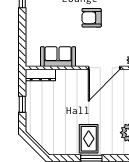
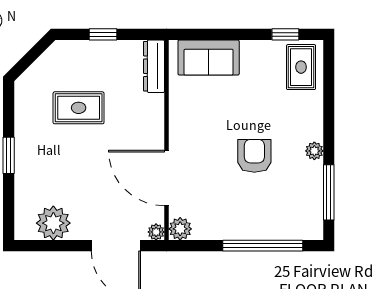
sofa: (58, 57) -> (209, 57), moved, turned 90
rug: (89, 139) -> (79, 108), moved

